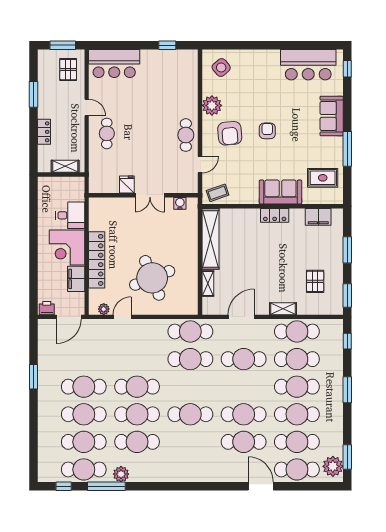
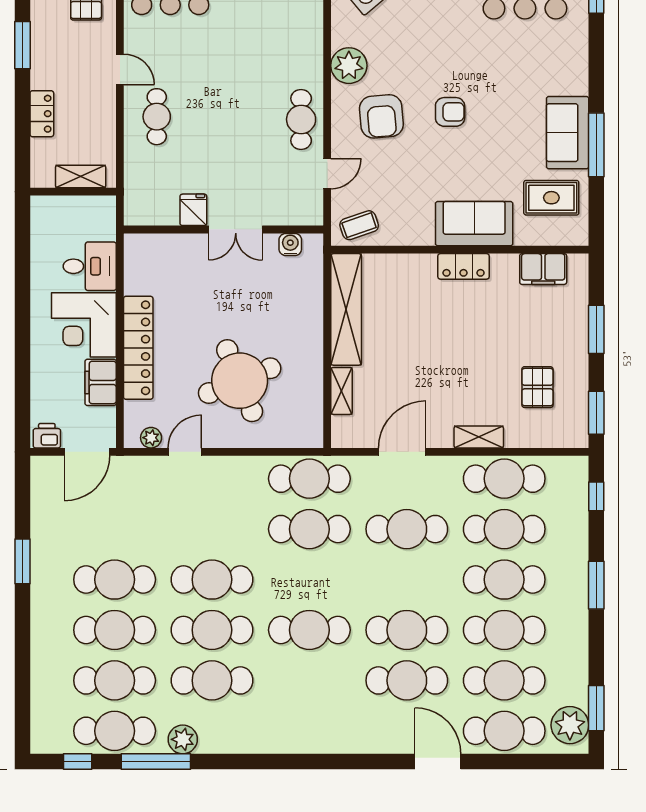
sofa: (332, 116) -> (568, 133), moved
armchair: (267, 131) -> (450, 112), turned 90

